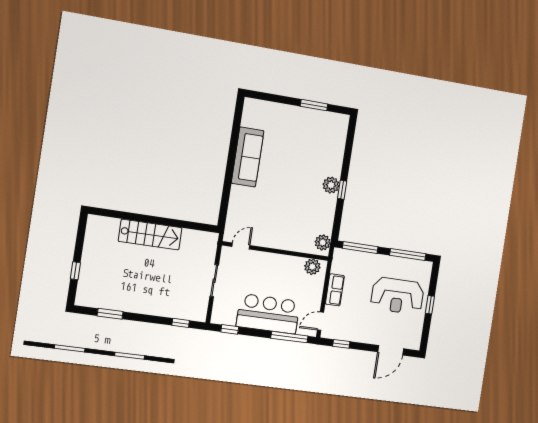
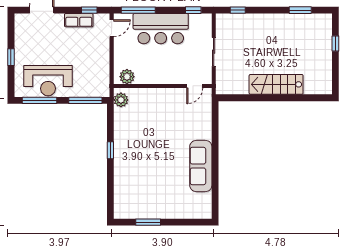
plant: (331, 185) -> (121, 153), removed
row of seats: (335, 290) -> (79, 20), moved, turned -90
reception desk: (397, 296) -> (48, 81), moved, turned 180

